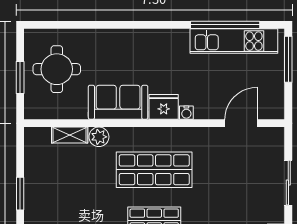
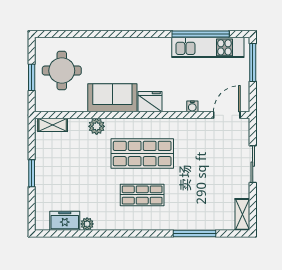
water cooler: (186, 113) -> (192, 106), moved
door: (241, 123) -> (227, 115), moved
shelving: (70, 135) -> (53, 125), moved

